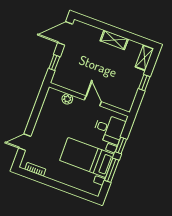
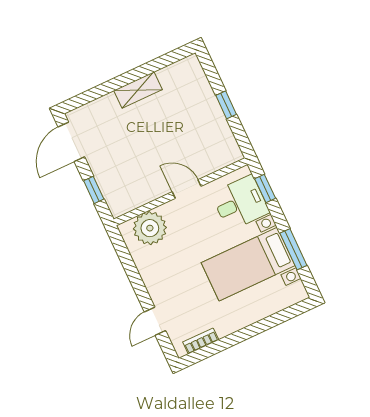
shelving: (144, 58) -> (196, 75), removed
plant: (67, 99) -> (150, 228), width x1.88, depth x1.88
window: (121, 145) -> (265, 188), moved

